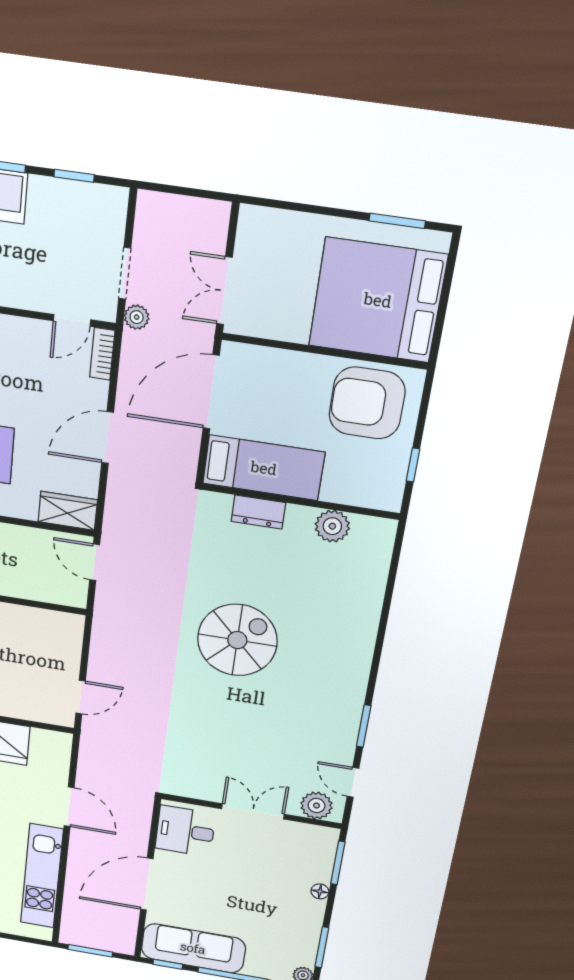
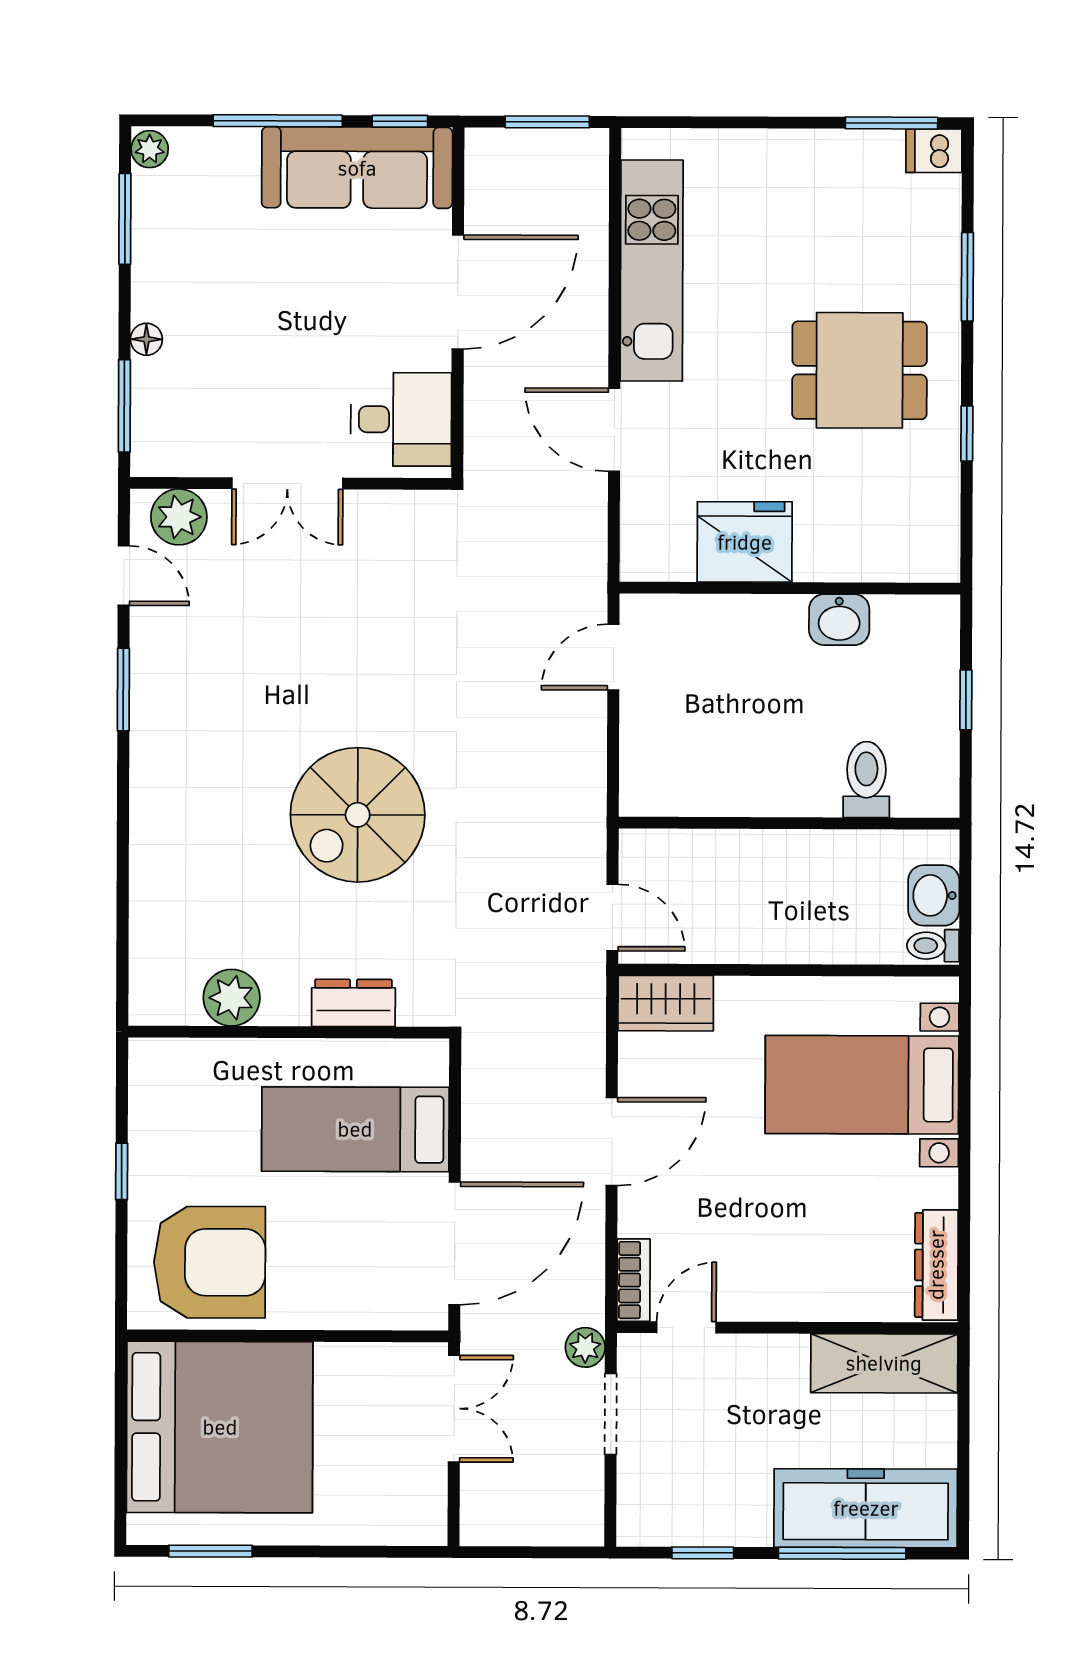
wall: (300, 502) -> (289, 1032), moved
dresser: (258, 512) -> (353, 1003), moved
plant: (332, 526) -> (232, 998), moved

